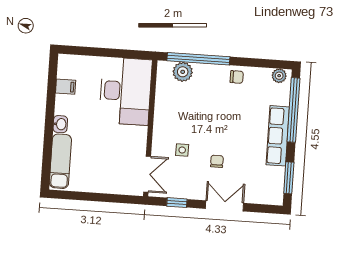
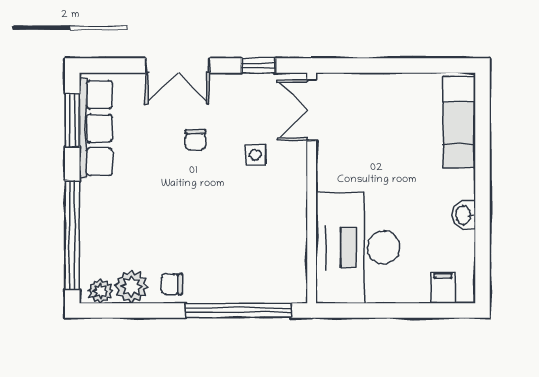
plant: (183, 72) -> (132, 287), moved
filing cabinet: (66, 87) -> (443, 287), moved, turned 90
washbasin: (60, 124) -> (464, 215), moved
row of seats: (278, 136) -> (96, 128), moved

